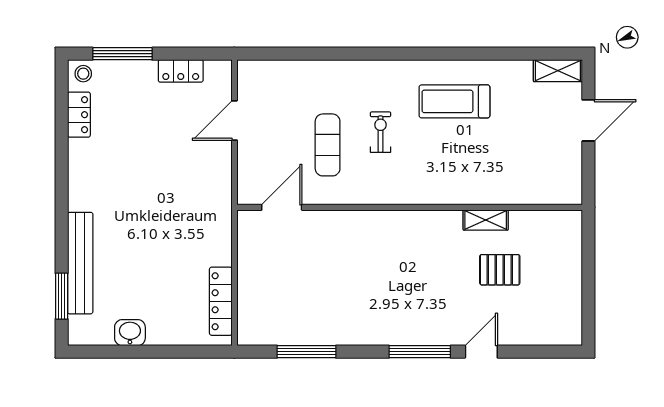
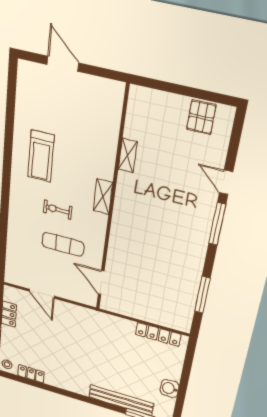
shelving: (558, 71) -> (103, 197), moved
pallet: (500, 270) -> (201, 117), moved

